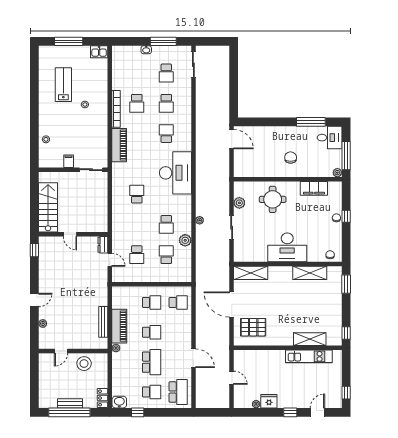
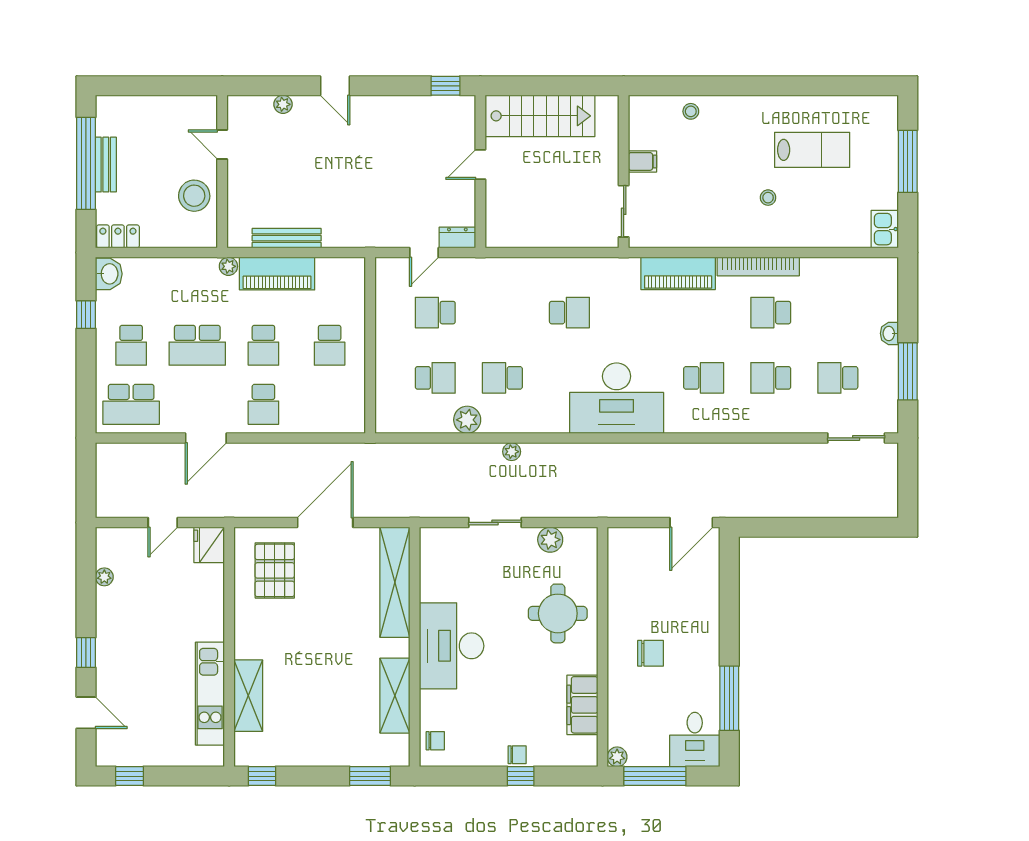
shelving: (251, 273) -> (395, 582), width x1.47
school desk: (178, 302) -> (263, 404), moved
fridge: (269, 401) -> (209, 545), moved, turned 180

